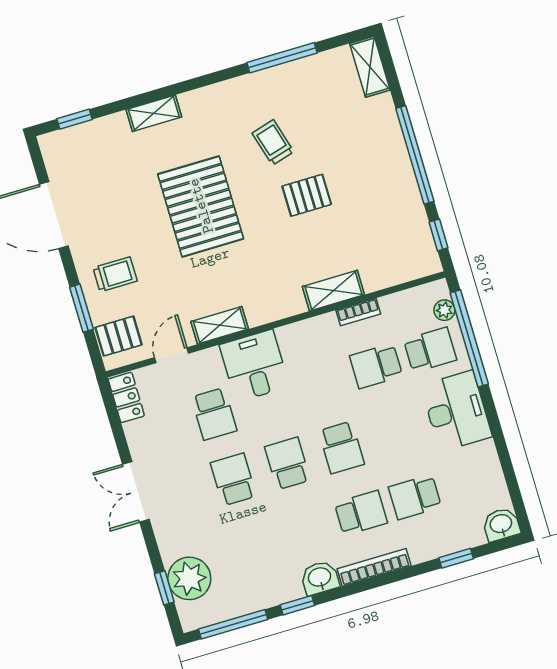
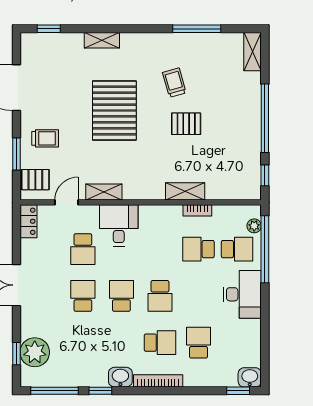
school desk: (415, 497) -> (199, 343), turned 90
window: (456, 558) -> (238, 391), moved

